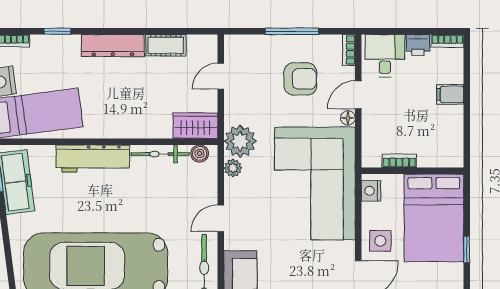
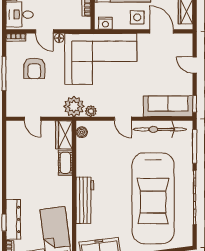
cot: (166, 45) -> (65, 163), moved
dresser: (113, 46) -> (13, 219), moved
armchair: (300, 79) -> (34, 68), turned 180
bicycle: (160, 154) -> (82, 157), removed

